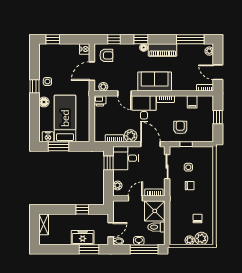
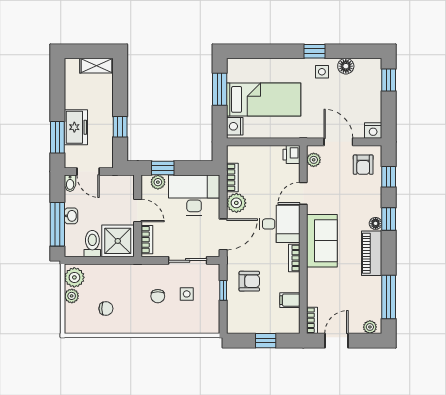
floor lamp: (44, 102) -> (346, 66), moved
nightstand: (48, 137) -> (235, 126), moved
desk: (126, 158) -> (194, 195), width x1.37
window: (108, 163) -> (163, 168), moved
plant: (201, 238) -> (74, 277), moved

